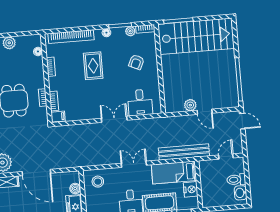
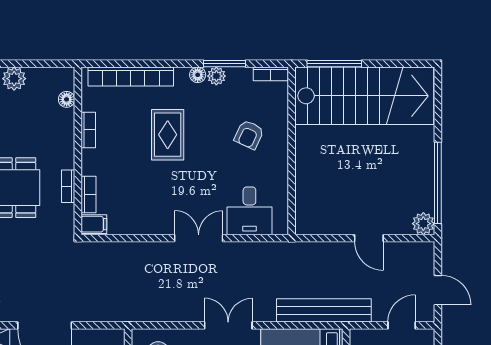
plant: (130, 31) -> (216, 76), moved
plant: (190, 105) -> (423, 224), moved
door: (242, 121) -> (438, 290), moved

